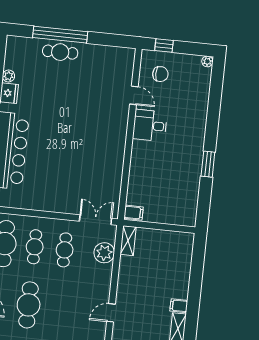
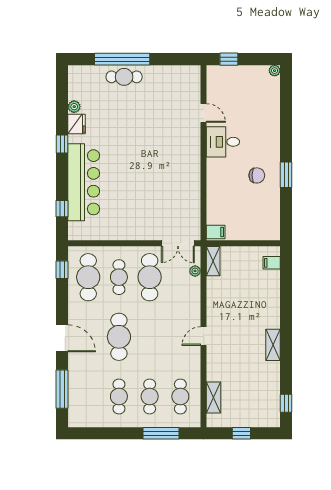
chair: (160, 74) -> (257, 175), moved
double door: (96, 220) -> (178, 243), swing flipped
cafe table: (65, 250) -> (150, 277), width x1.37, depth x1.35
plant: (104, 253) -> (195, 271), width x0.53, depth x0.53
filing cabinet: (179, 306) -> (272, 263), moved

